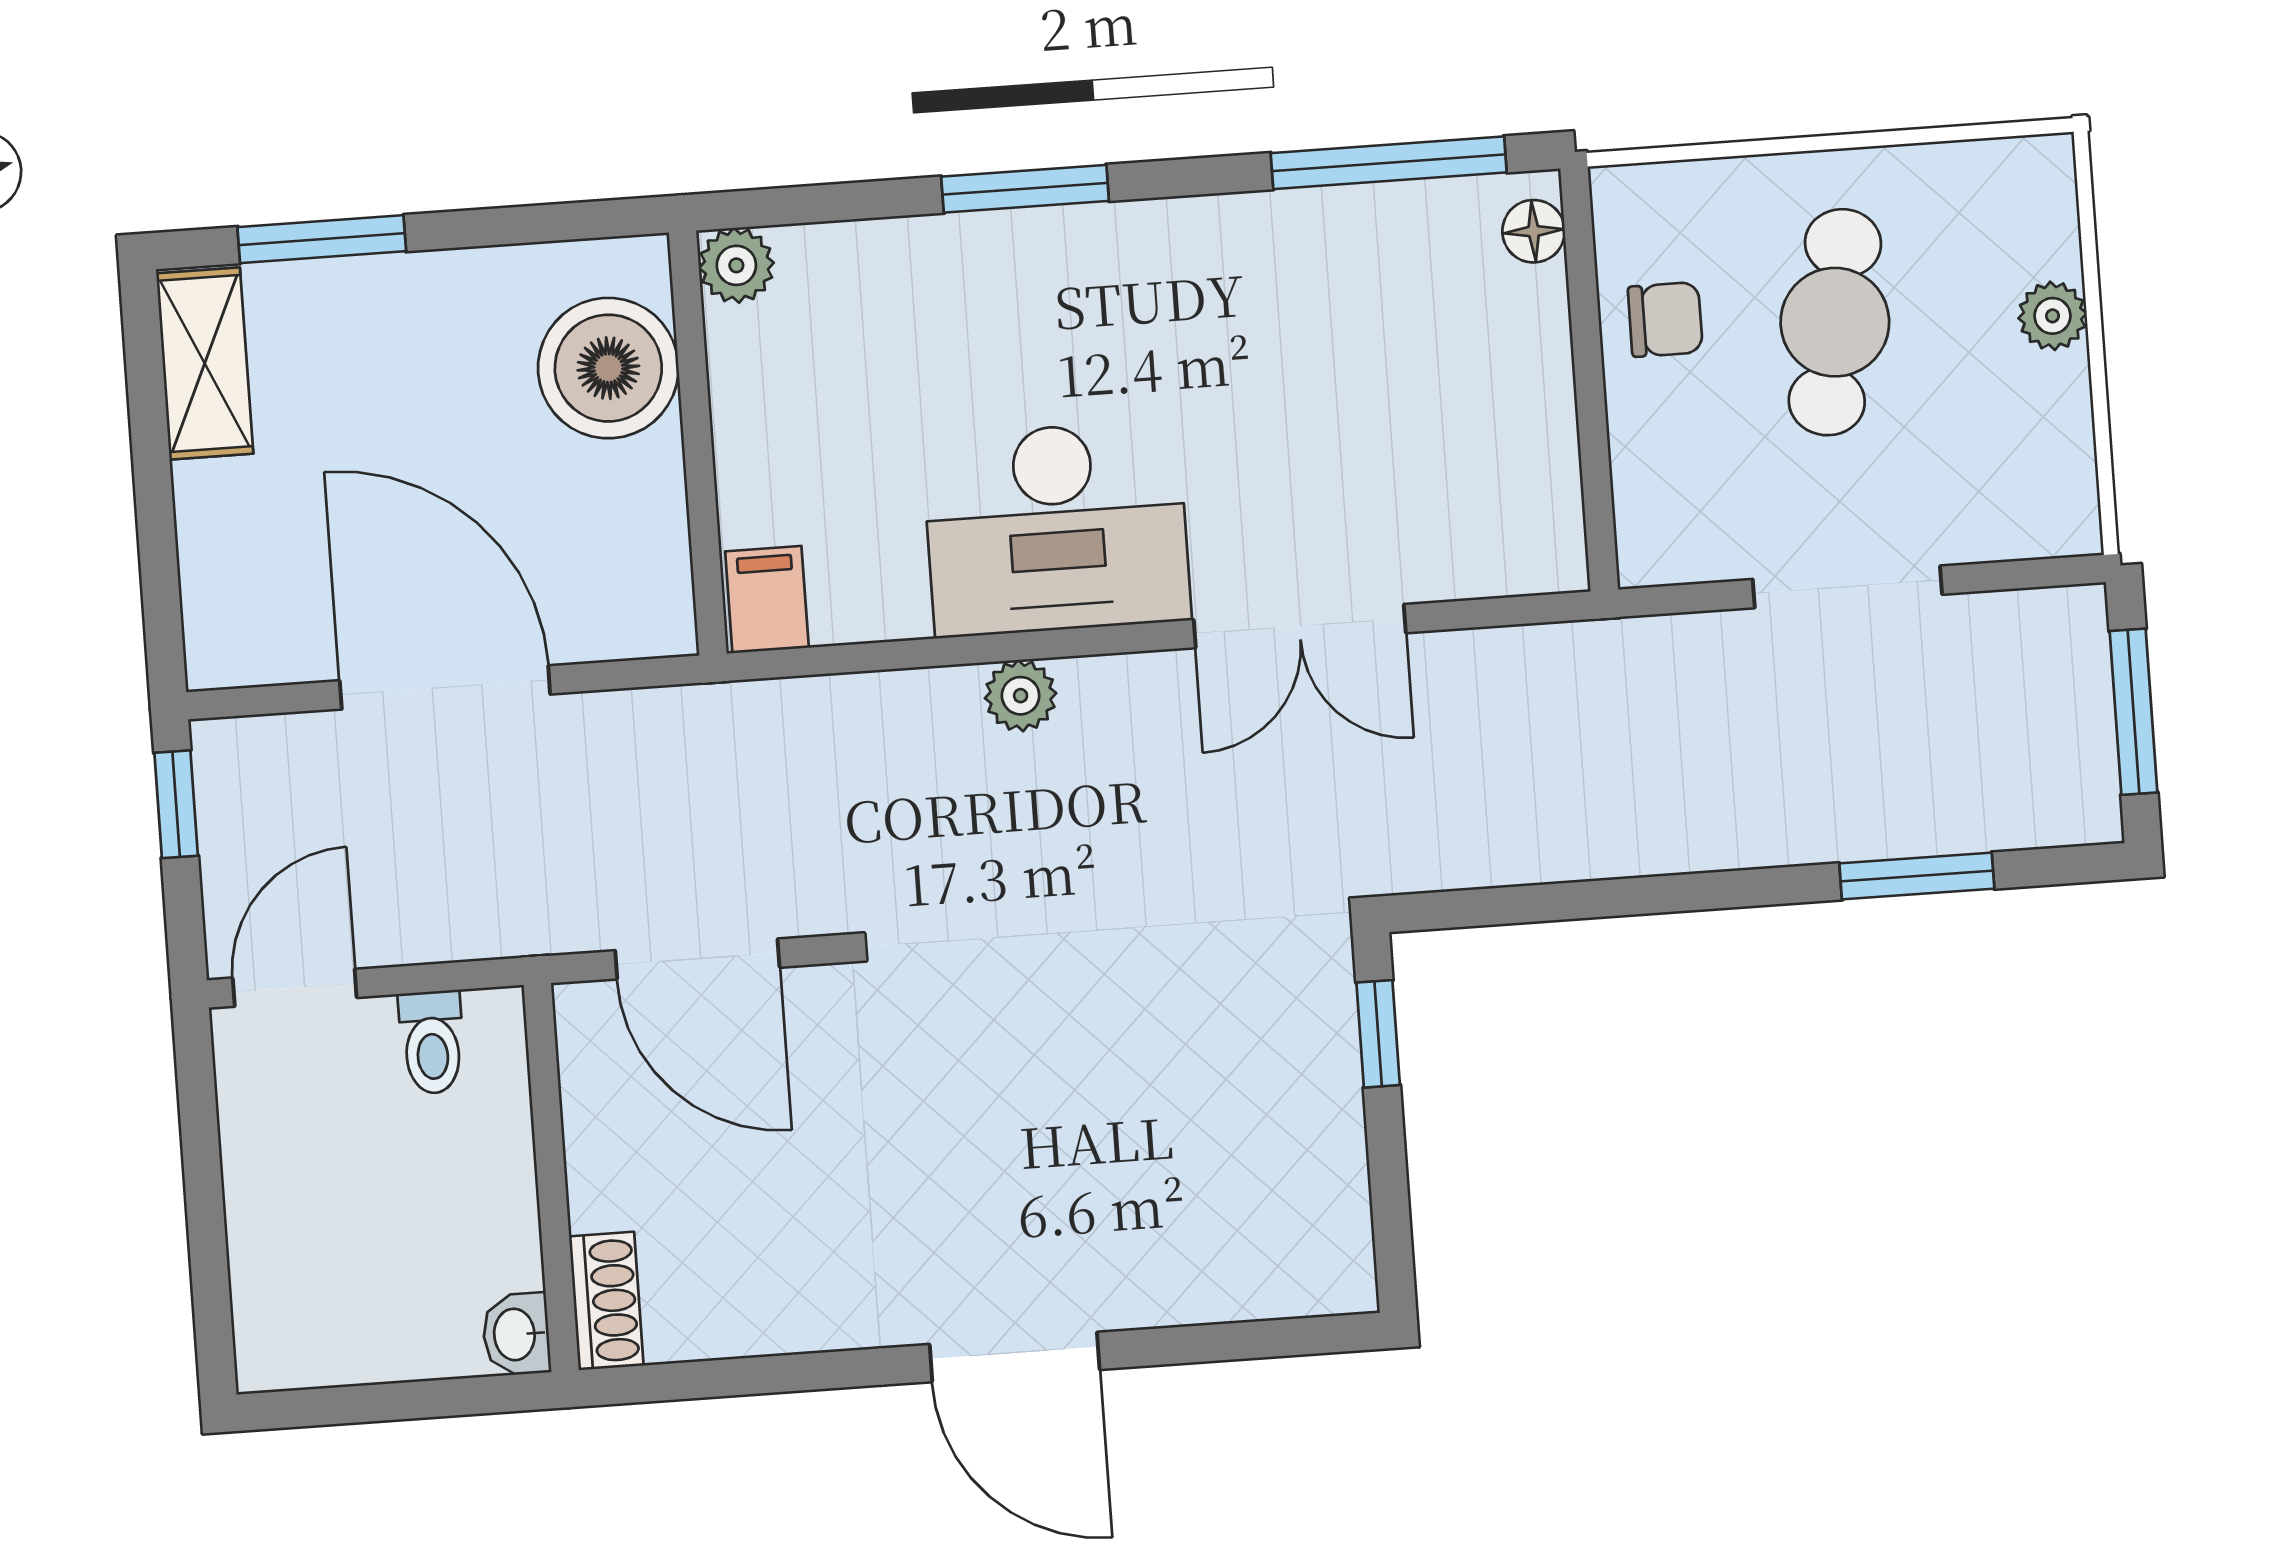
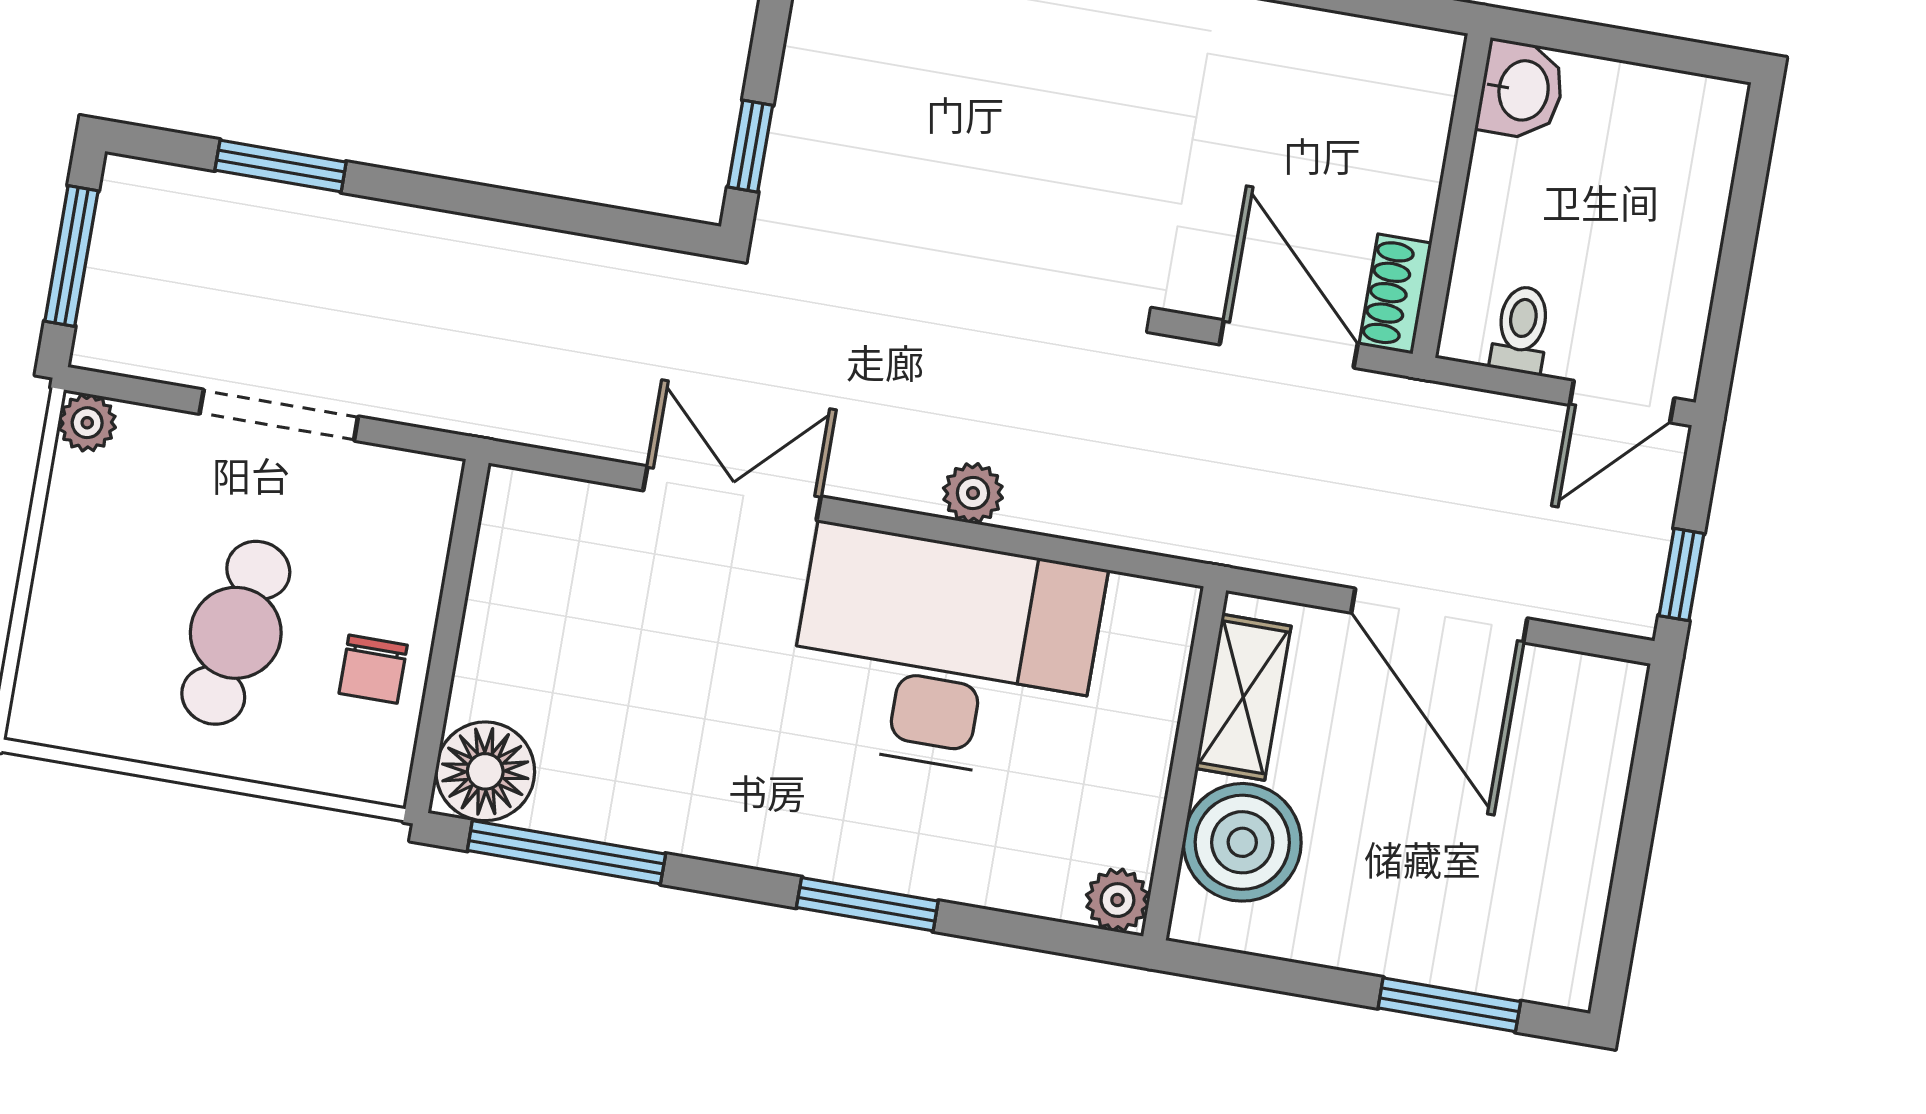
floor lamp: (1534, 231) -> (485, 771), width x1.89, depth x1.89
plant: (2053, 316) -> (87, 423), moved
chair: (1665, 319) -> (373, 669), turned -90
shelving: (205, 364) -> (1243, 697), moved
desk: (1056, 528) -> (945, 654), width x1.36, depth x1.30
filing cabinet: (767, 600) -> (1160, 622), removed
shoe rack: (606, 1301) -> (1395, 294), moved
washbasin: (516, 1334) -> (1521, 90), width x1.38, depth x1.45

